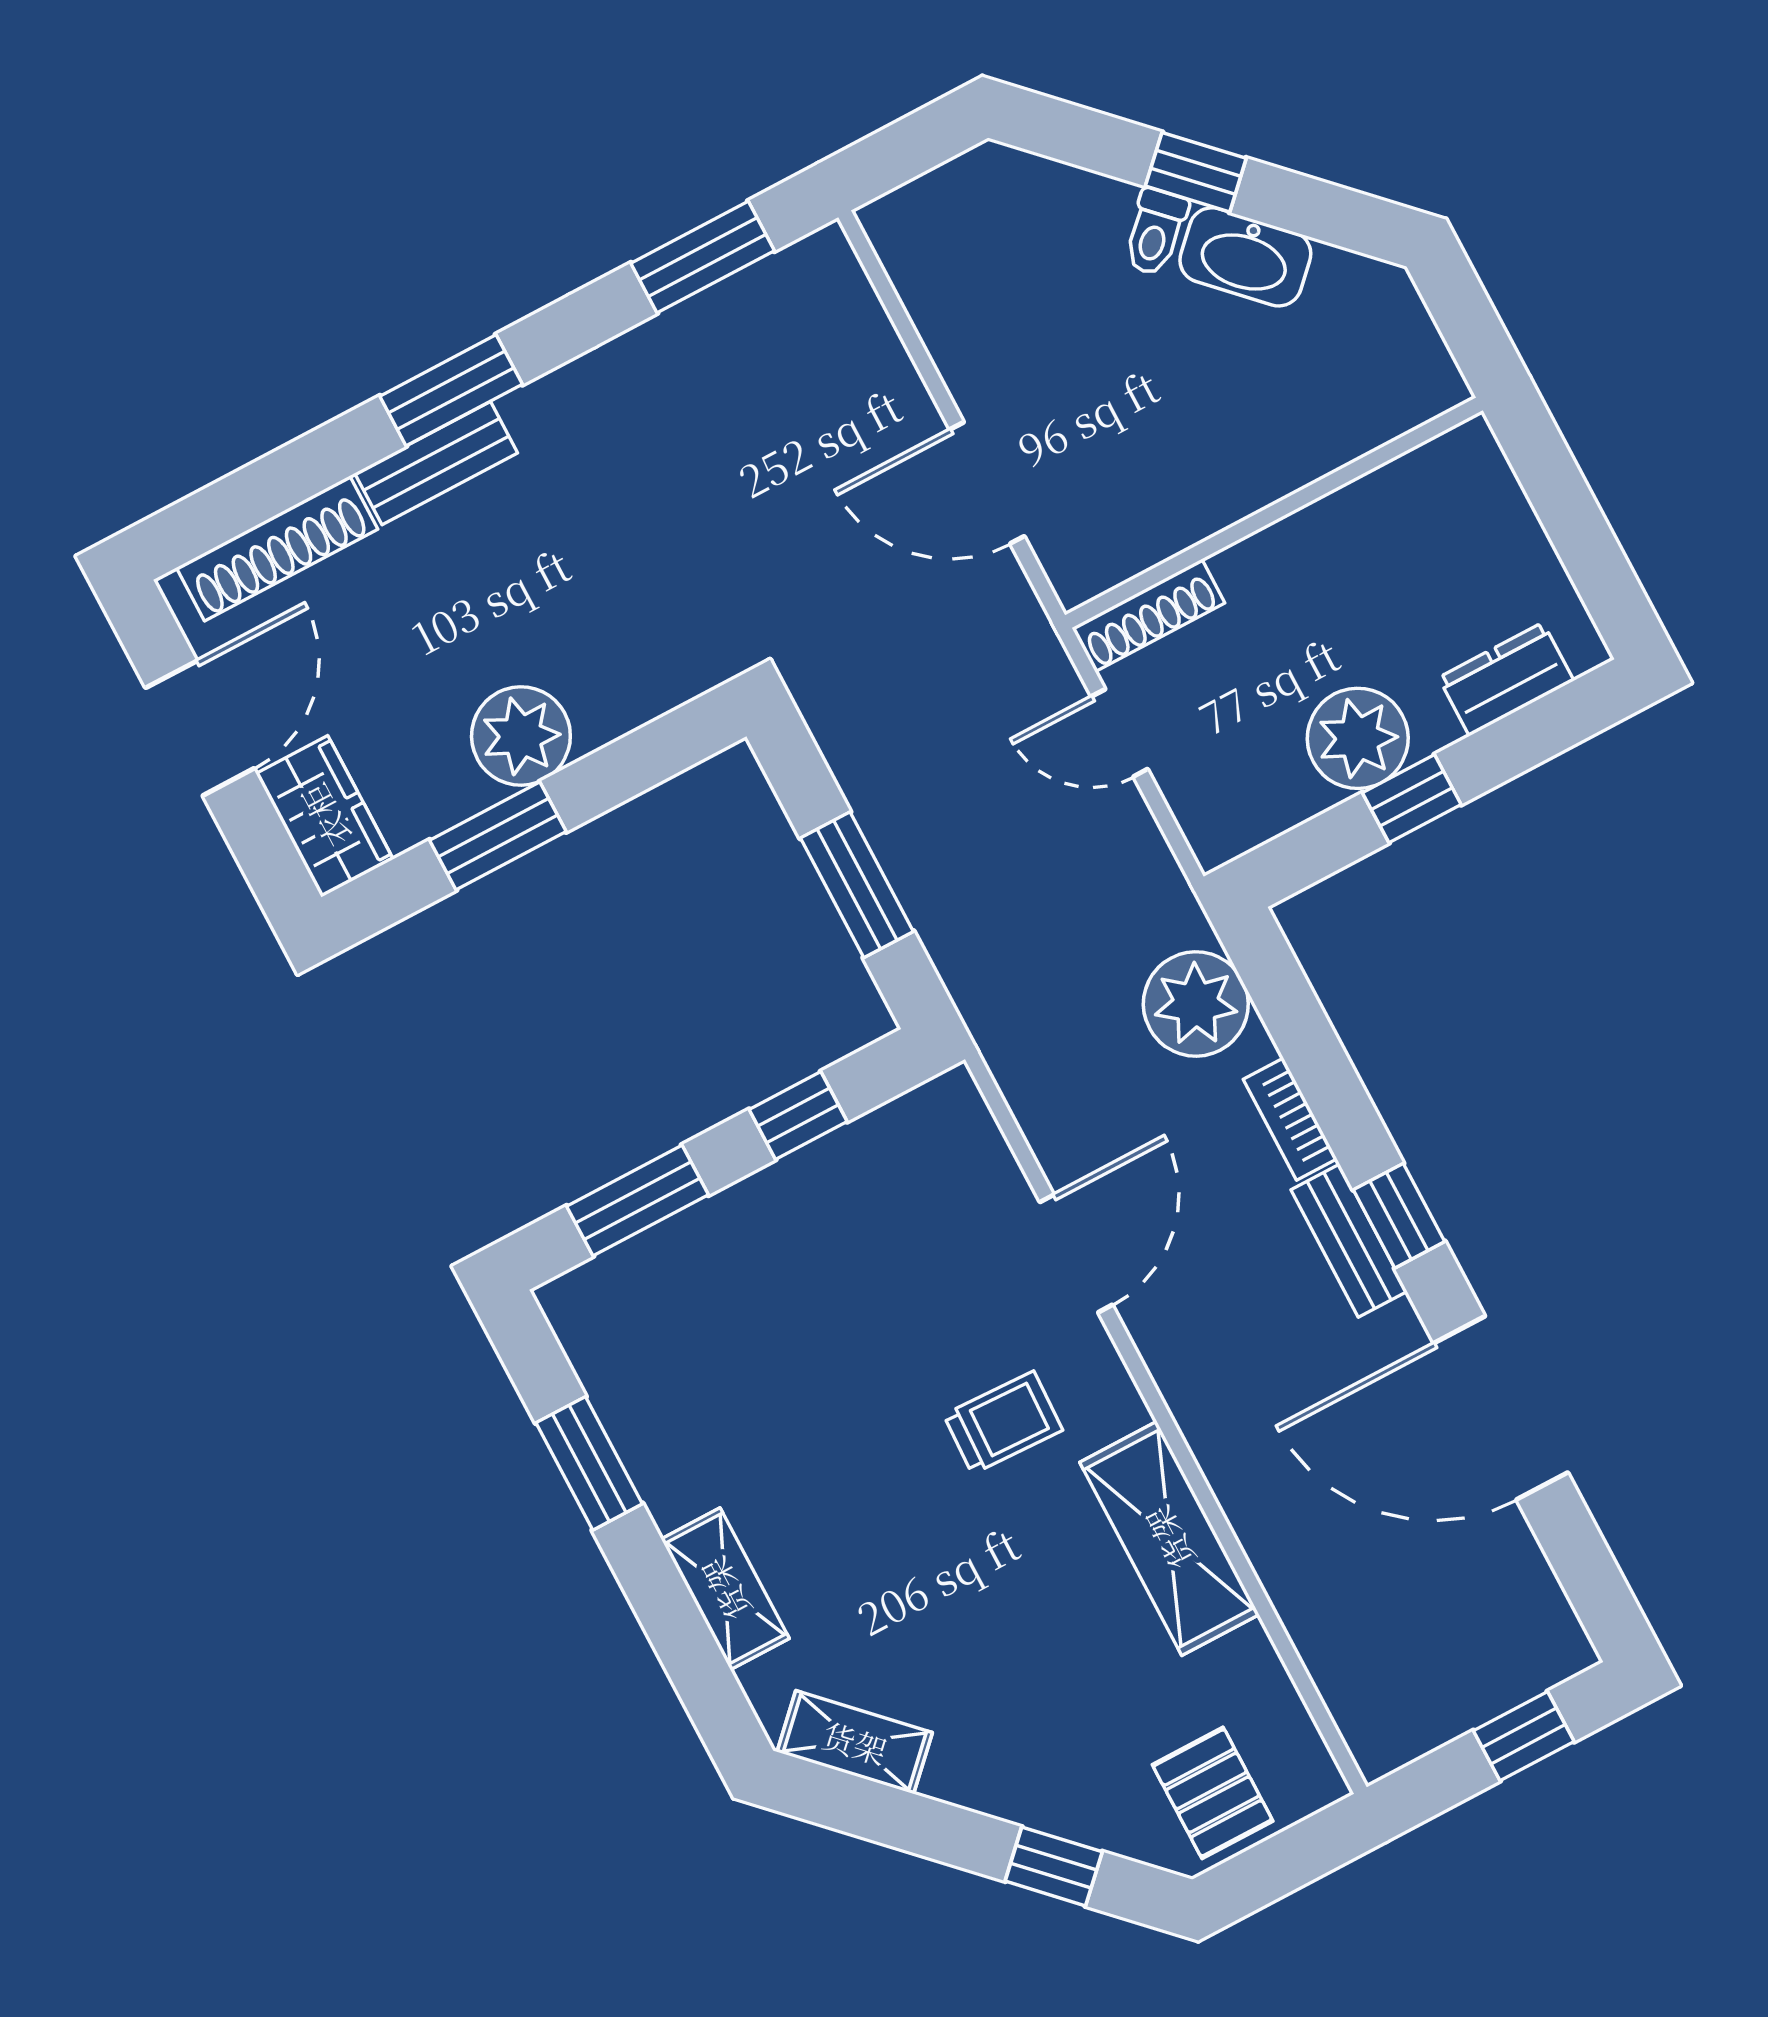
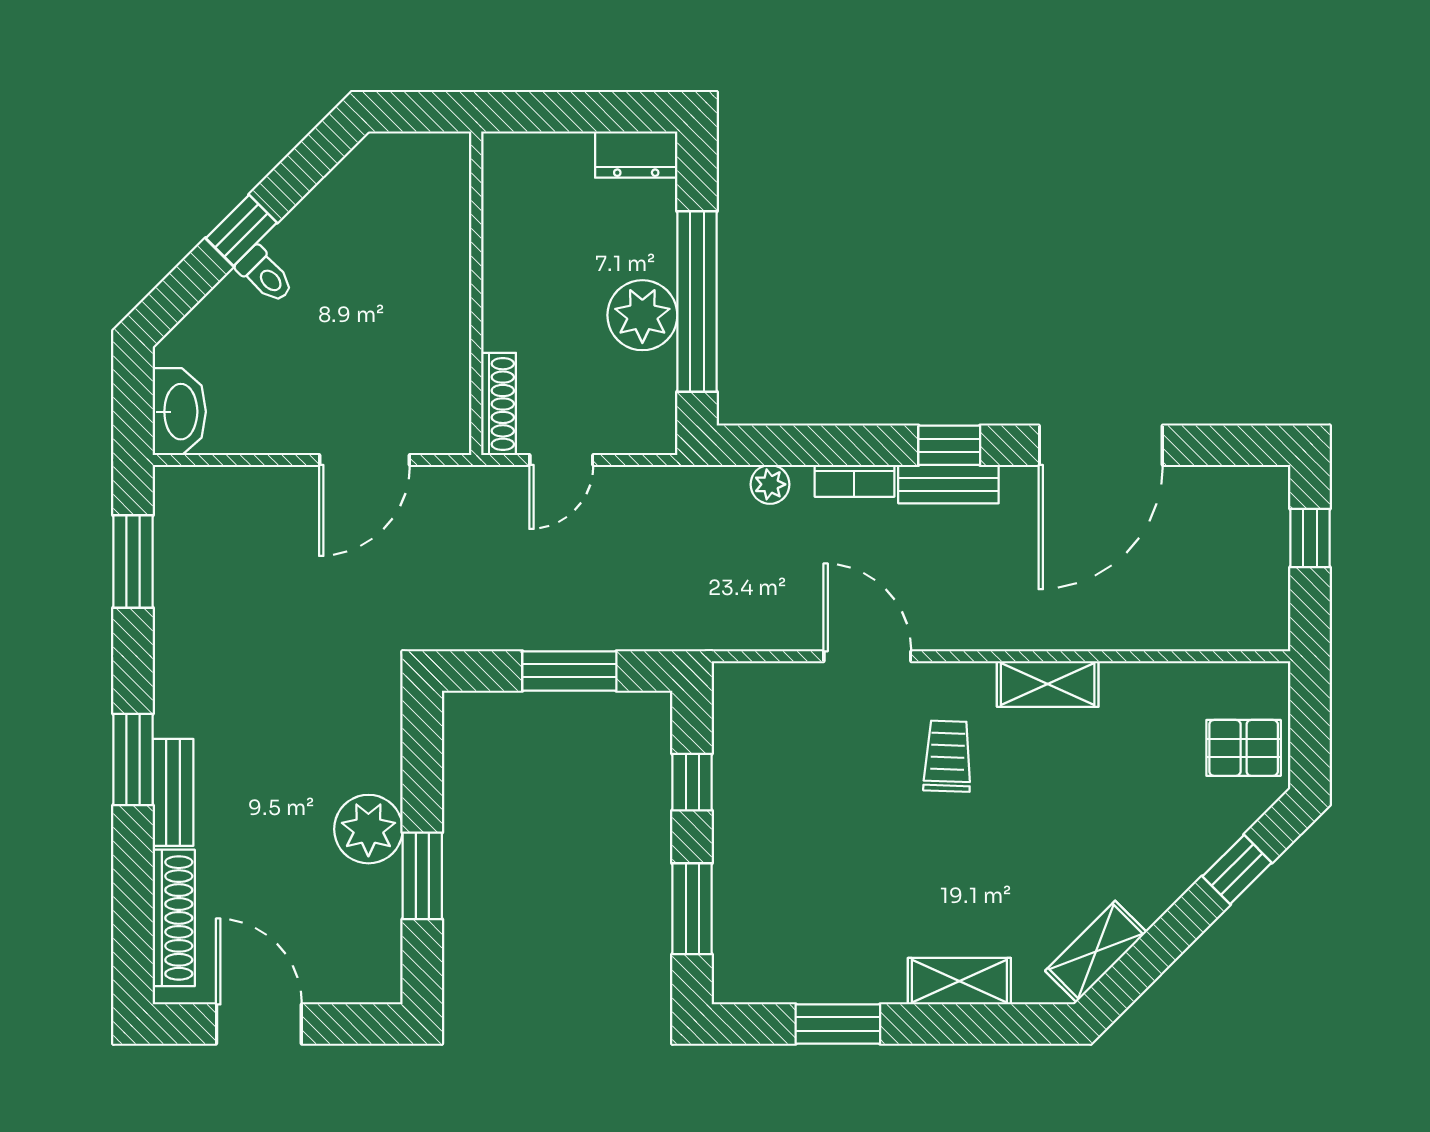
washbasin: (1245, 257) -> (179, 412), moved, turned -45
dresser: (1506, 679) -> (636, 155), moved, turned -90
window: (1412, 799) -> (697, 302), width x3.17
wardrobe: (325, 816) -> (354, 976), removed
plant: (1196, 1004) -> (770, 484), width x0.53, depth x0.53
shelving: (1169, 1538) -> (1048, 684), width x0.67, depth x0.75

